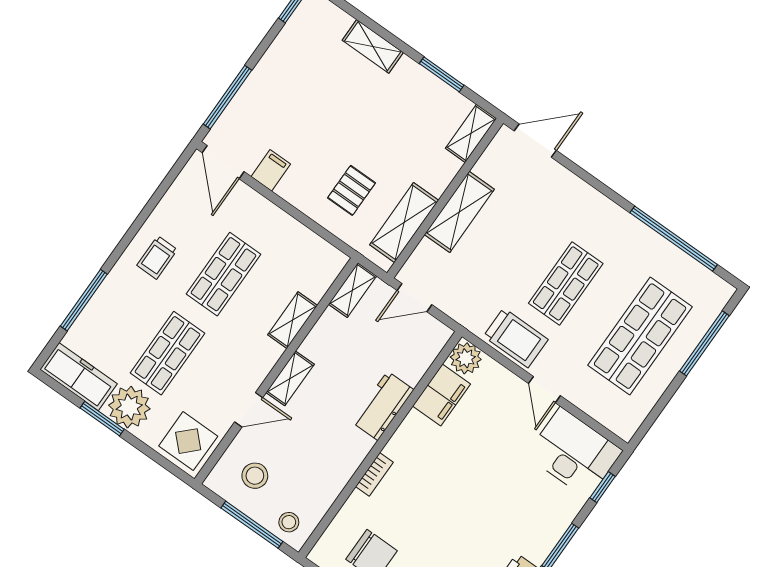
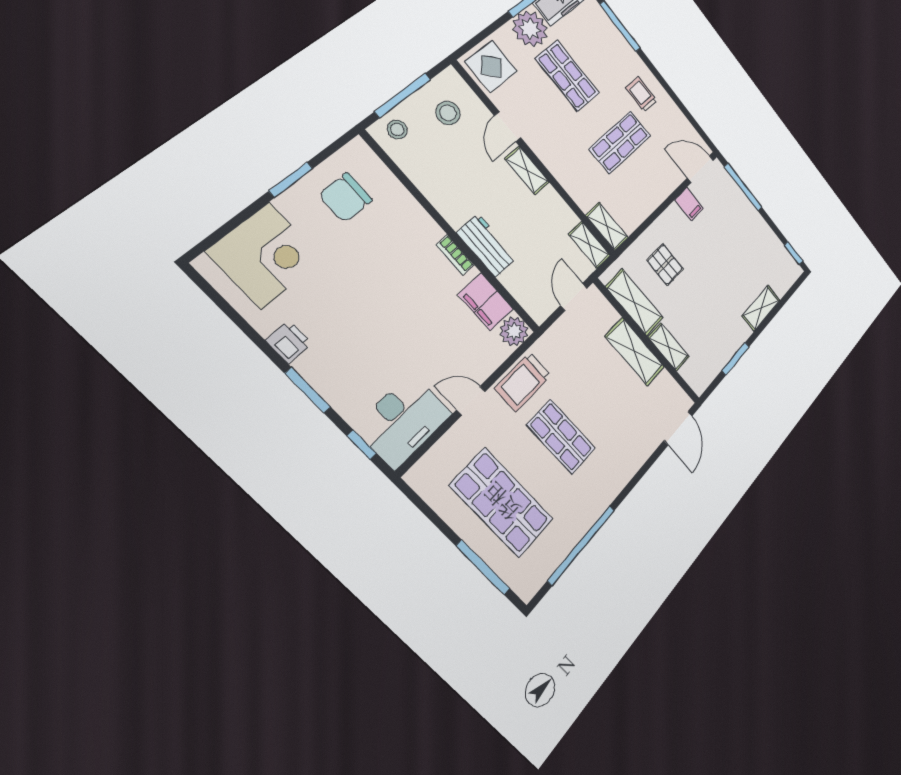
shelving: (471, 133) -> (669, 347), moved
shop shelf: (223, 274) -> (620, 142), turned 90
shelving: (293, 320) -> (607, 226), moved
bookcase: (374, 474) -> (455, 255), moved

